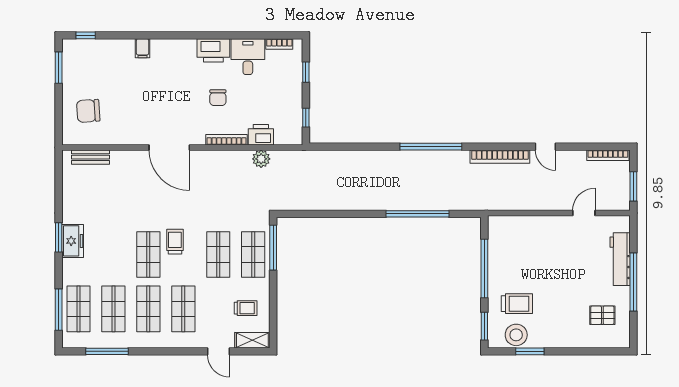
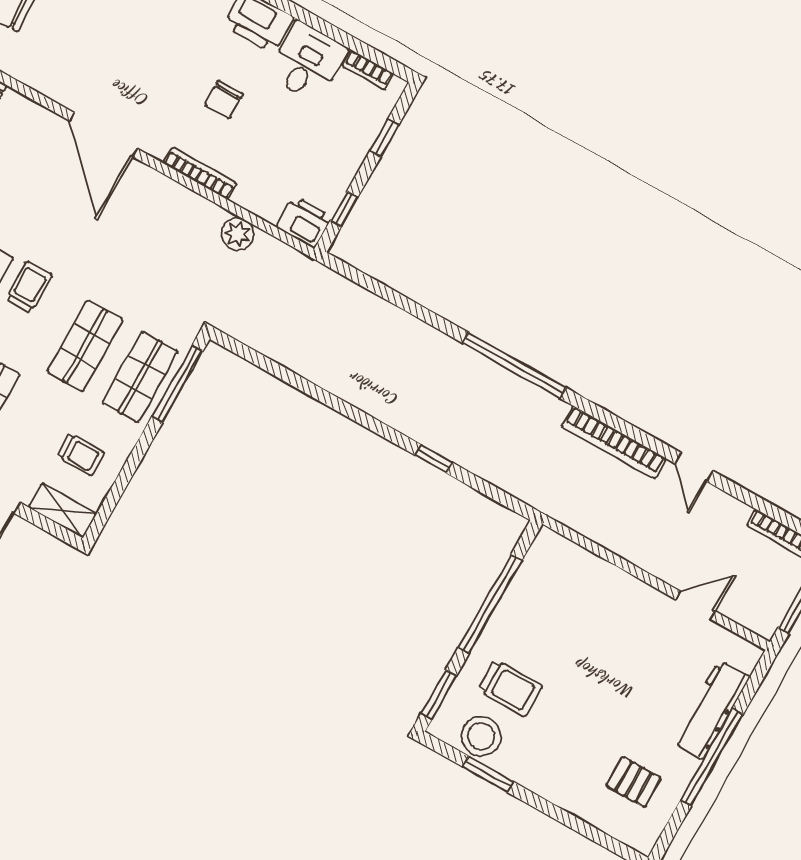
printer: (261, 135) -> (304, 222), moved
window: (417, 214) -> (434, 459), width x0.32

